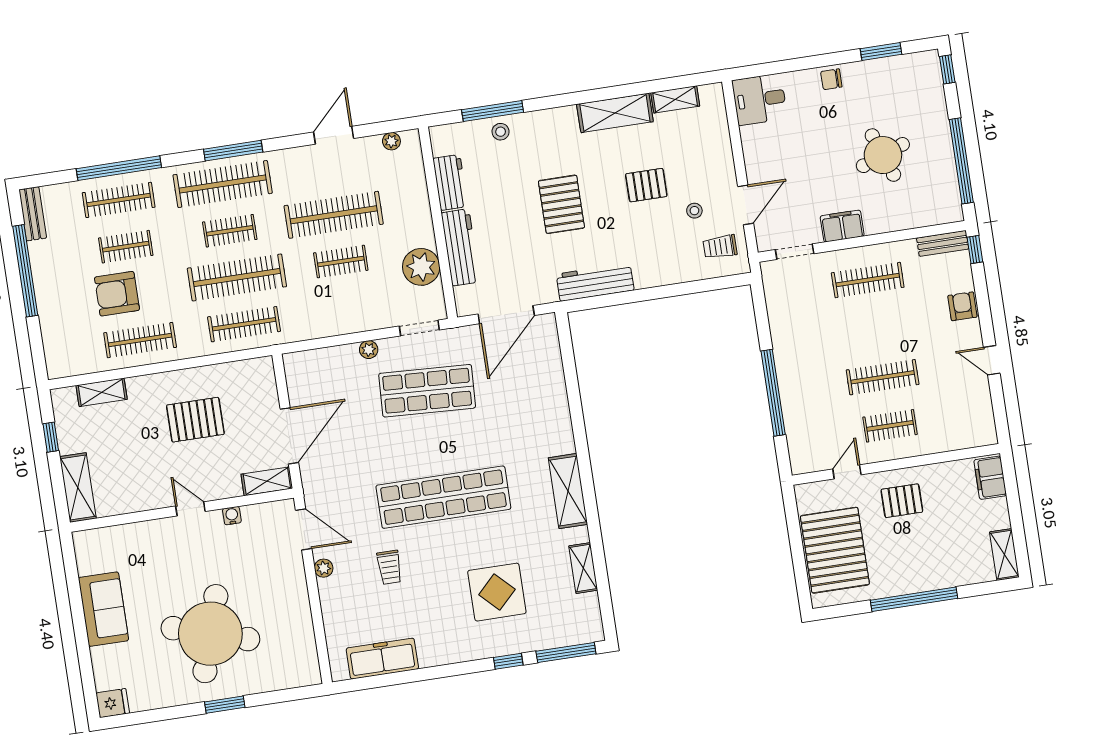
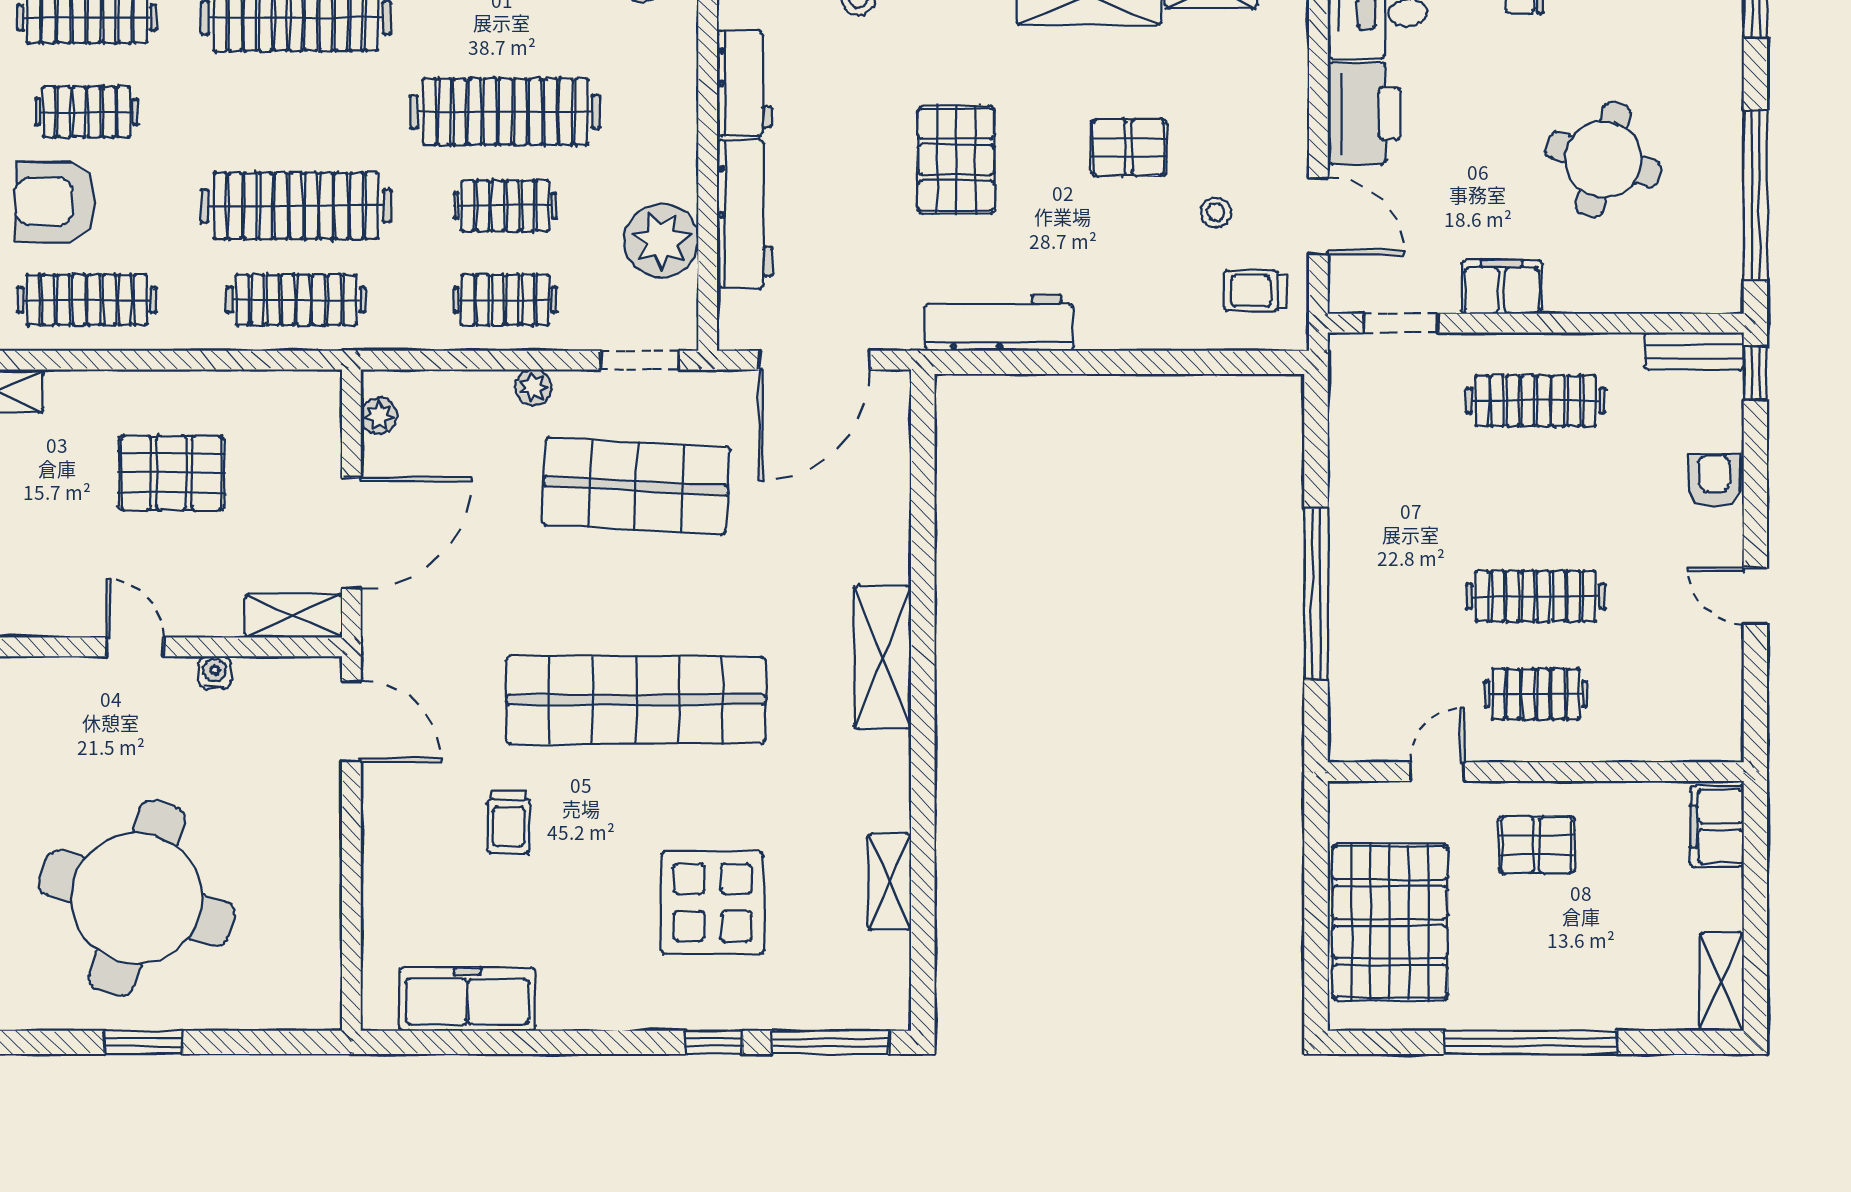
printer: (761, 150) -> (1364, 113), added
round table: (883, 155) -> (1603, 159), turned 36
door: (746, 205) -> (1318, 216), hinge flipped
clothes rail: (230, 231) -> (505, 300), moved
shelving: (568, 491) -> (883, 657), moved
plant: (324, 568) -> (379, 416), moved

